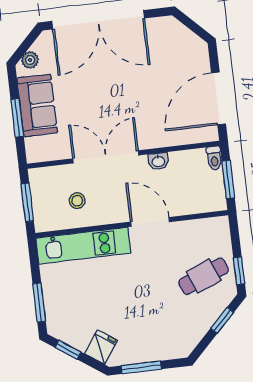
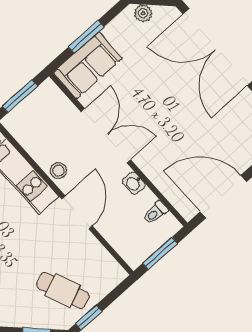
sofa: (37, 105) -> (88, 65), moved
toilet: (214, 158) -> (155, 213), moved
stool: (77, 201) -> (58, 171), moved

